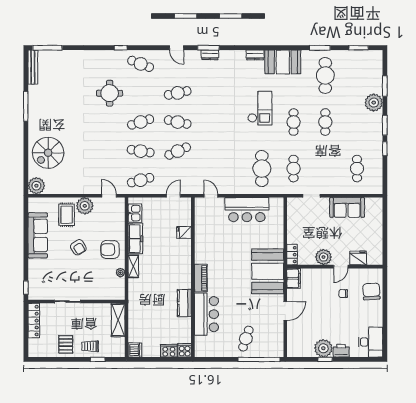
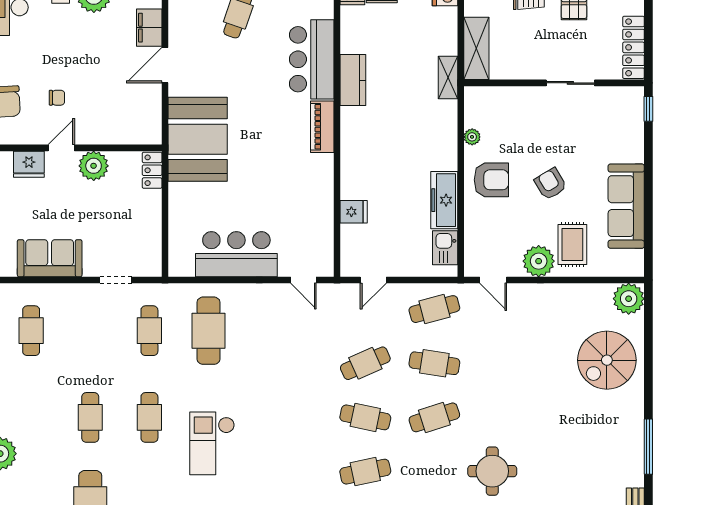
spiral stairs: (48, 153) -> (607, 360), turned 180
shelving: (133, 266) -> (448, 78), moved
filing cabinet: (294, 278) -> (149, 28), moved

